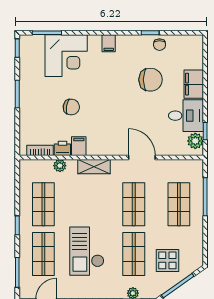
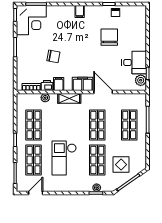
corner desk: (66, 56) -> (31, 20), moved
chair: (151, 80) -> (109, 37), turned -90
filing cabinet: (194, 84) -> (83, 84), moved, turned 90

